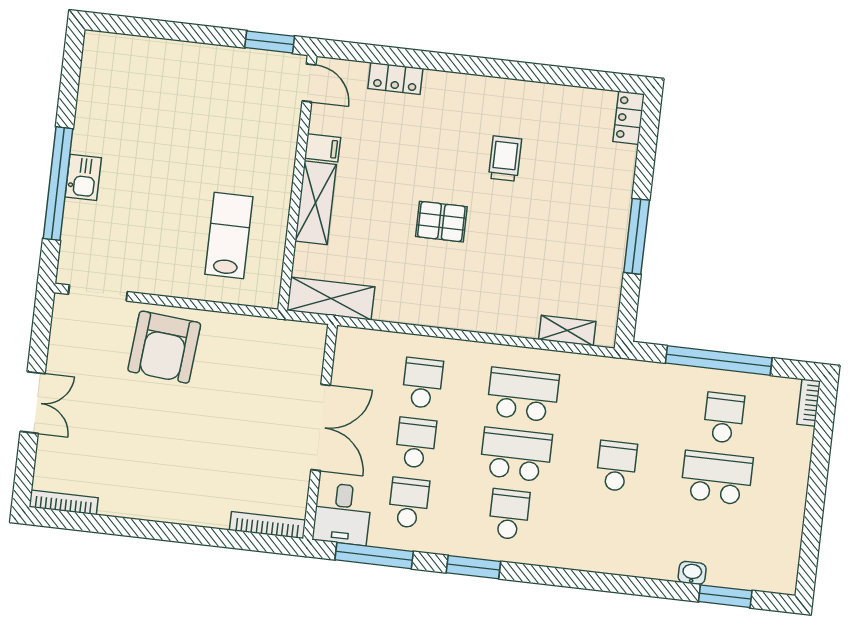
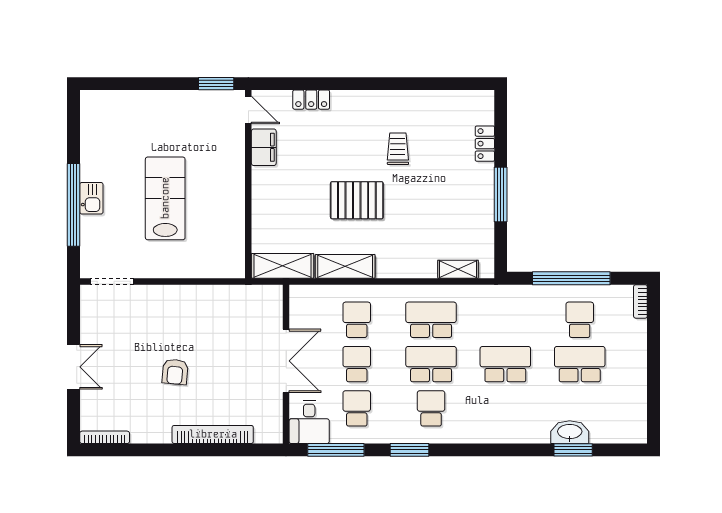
locker: (629, 118) -> (485, 144), moved
filing cabinet: (323, 148) -> (264, 147), width x2.00
shelving: (316, 203) -> (345, 266), moved, turned 90
pallet: (441, 222) -> (357, 200), width x1.50, depth x1.42
lab bench: (229, 235) -> (165, 198), moved, width x1.36, depth x1.39
armchair: (164, 347) -> (175, 372), moved, width x0.53, depth x0.53
school desk: (616, 466) -> (505, 364), width x1.85
bookcase: (268, 525) -> (213, 434), moved, width x1.48, depth x1.31
washbasin: (692, 573) -> (570, 432), width x1.91, depth x1.45
window: (725, 596) -> (573, 450), moved

